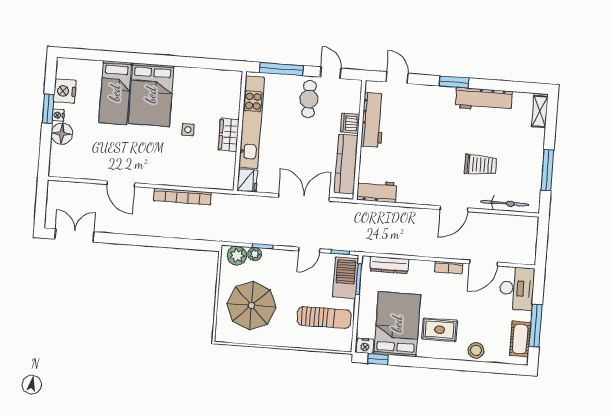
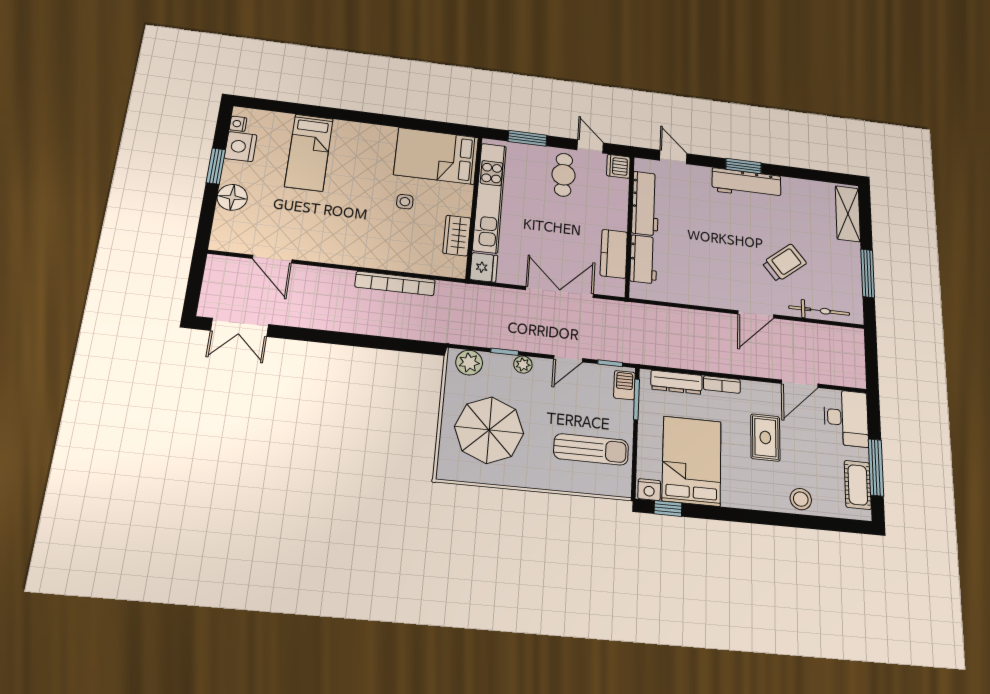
window: (281, 69) -> (527, 138), width x0.69
bed: (151, 95) -> (436, 156), moved, turned 90
workbench: (484, 100) -> (747, 183), moved
shelving: (540, 111) -> (848, 214), width x1.50, depth x1.33
nightstand: (58, 115) -> (238, 124), moved
dishwasher: (350, 123) -> (618, 166), moved
wardrobe: (229, 135) -> (457, 236), moved
kitchen counter: (346, 164) -> (614, 254), width x0.67
trolley: (480, 165) -> (784, 263), turned -39
door: (121, 184) -> (272, 259), moved
workbench: (377, 191) -> (644, 259), moved, turned 90
double door: (74, 235) -> (240, 327), swing flipped
plant: (255, 254) -> (523, 365), moved
bookcase: (449, 267) -> (722, 385), moved
barbecue: (346, 278) -> (624, 385), width x0.53, depth x0.65
rug: (440, 330) -> (765, 437), moved, turned 90

